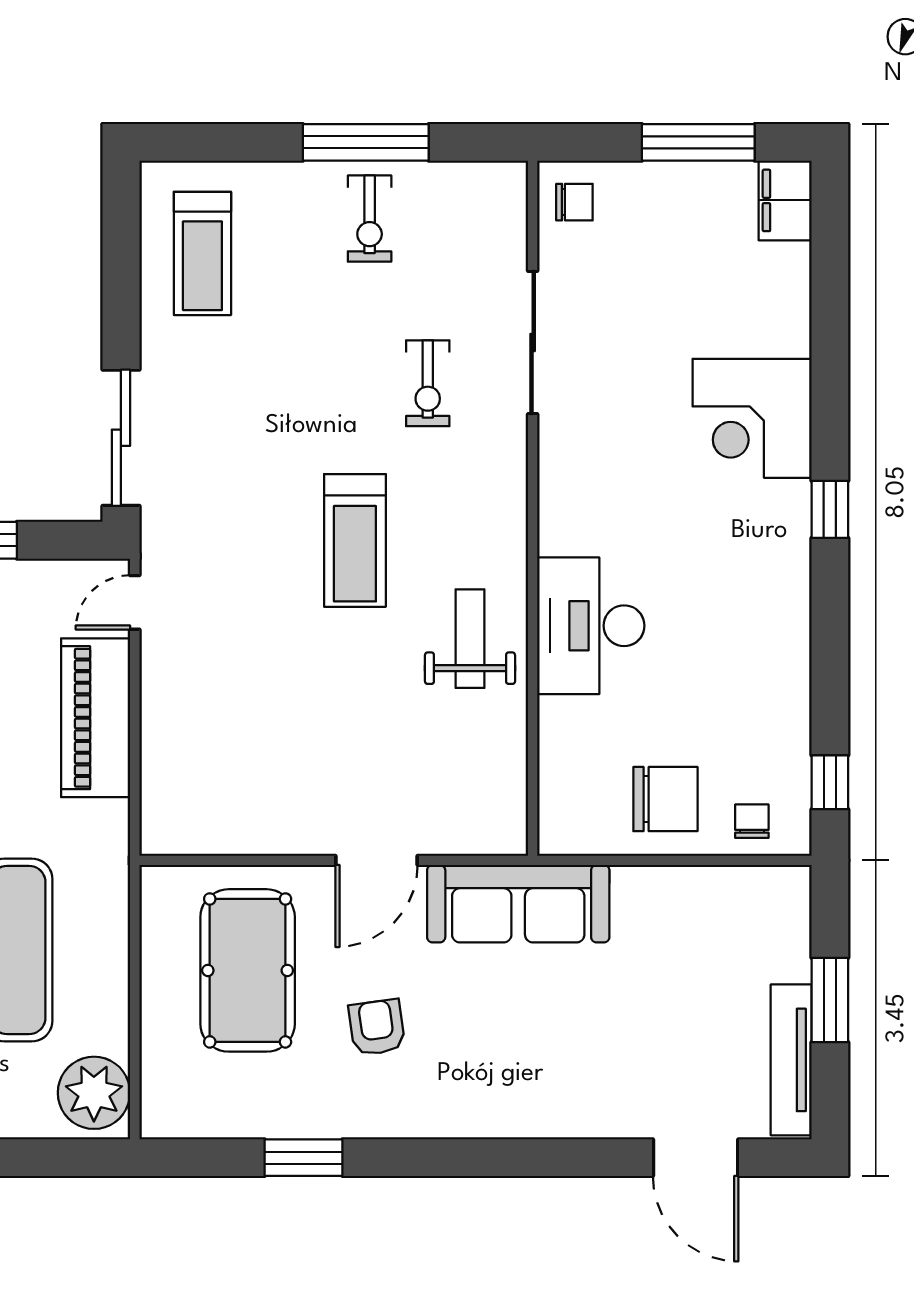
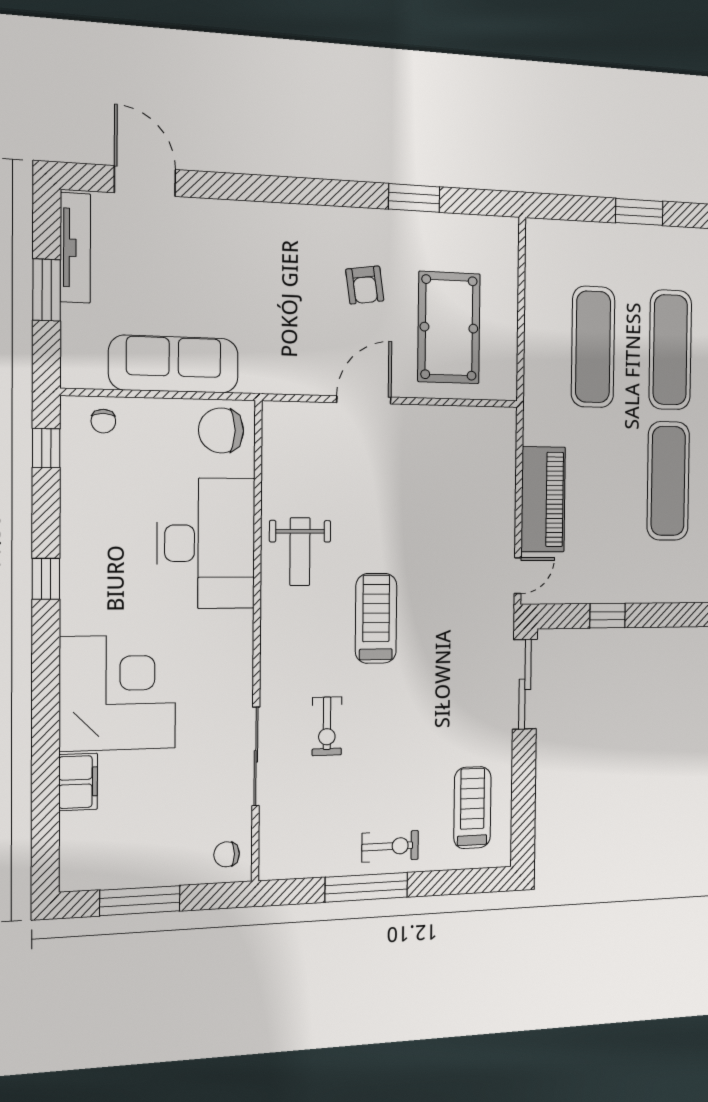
filing cabinet: (785, 200) -> (78, 782), moved
exercise bike: (370, 219) -> (390, 846), moved, turned 90
exercise bike: (428, 383) -> (327, 726), turned 180
corner desk: (752, 418) -> (118, 693), width x1.36, depth x1.36
window: (830, 509) -> (46, 579), moved
desk: (591, 626) -> (206, 543), width x1.36, depth x1.30
chair: (665, 799) -> (221, 430), moved
sofa: (518, 904) -> (174, 364), moved
plant: (94, 1093) -> (547, 250), removed

